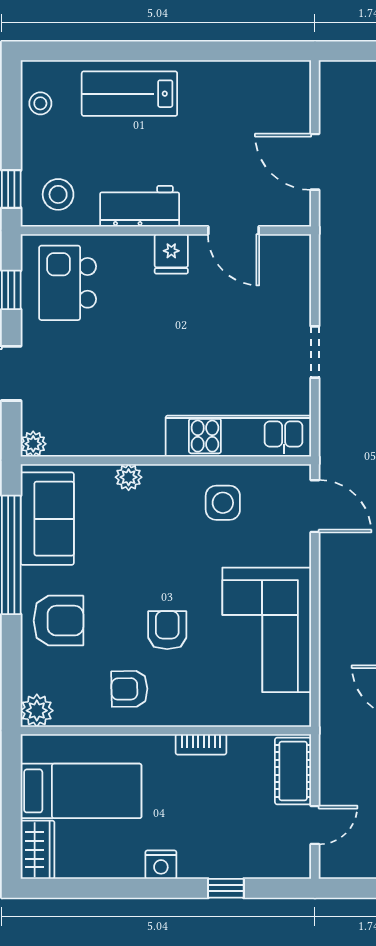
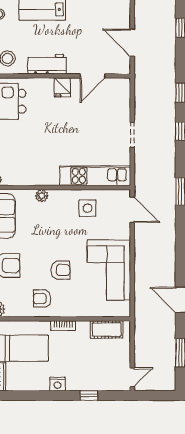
door: (233, 230) -> (93, 76), hinge flipped
armchair: (167, 630) -> (60, 270), turned 90
bookcase: (201, 744) -> (63, 326), moved
cot: (293, 771) -> (107, 329), moved, turned 90
door: (315, 825) -> (132, 377), moved

